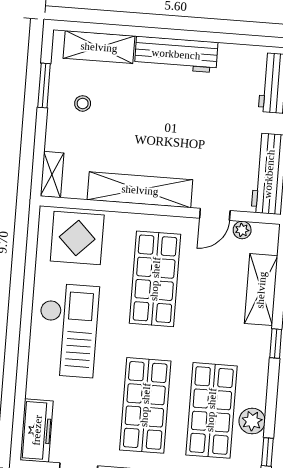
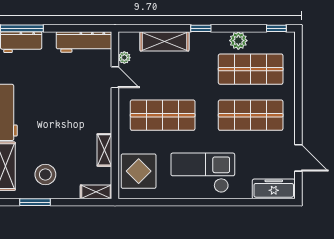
stool: (83, 103) -> (45, 174), width x1.89, depth x1.89
shelving: (140, 190) -> (104, 150), width x0.45, depth x0.75
plant: (252, 421) -> (238, 41), moved

